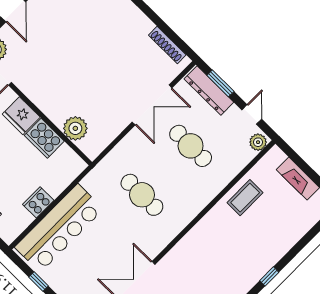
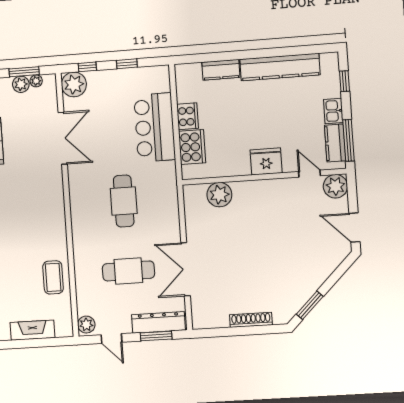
shoe rack: (167, 45) -> (251, 320), moved
cooker: (44, 138) -> (192, 147), moved, turned 90
cafe table: (142, 195) -> (124, 201), turned 90
bar counter: (59, 228) -> (155, 127), width x0.73

